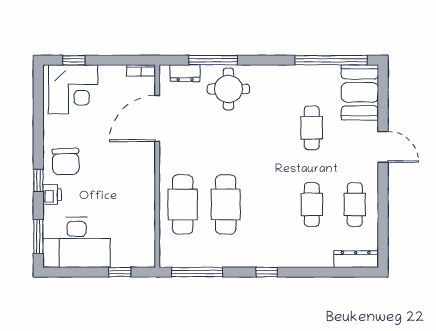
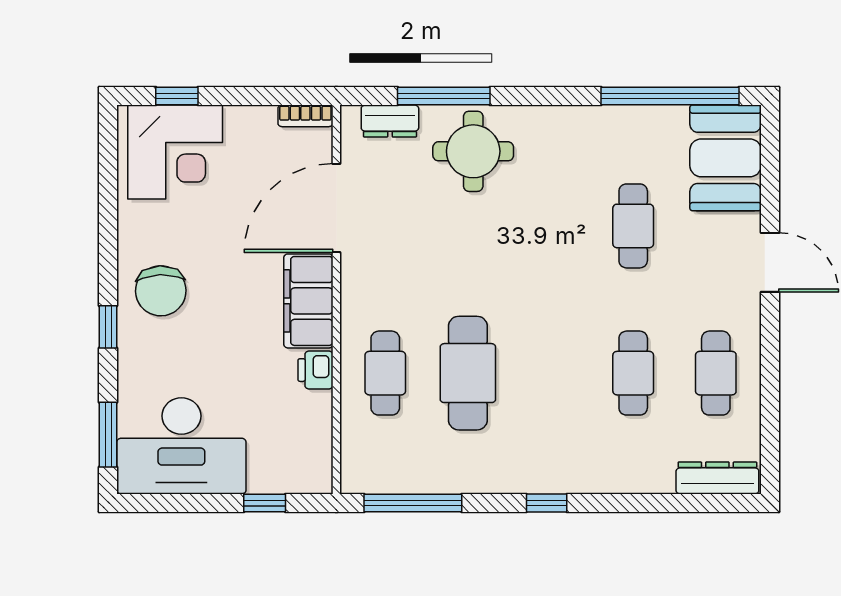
filing cabinet: (143, 167) -> (308, 301), added
printer: (52, 195) -> (315, 370), moved, turned 180
cafe table: (183, 204) -> (385, 373), width x0.73, depth x0.74

